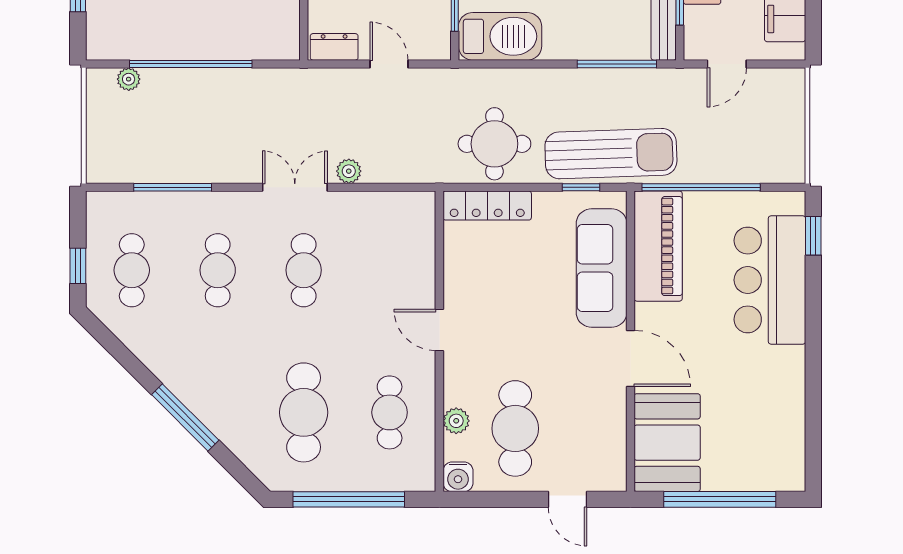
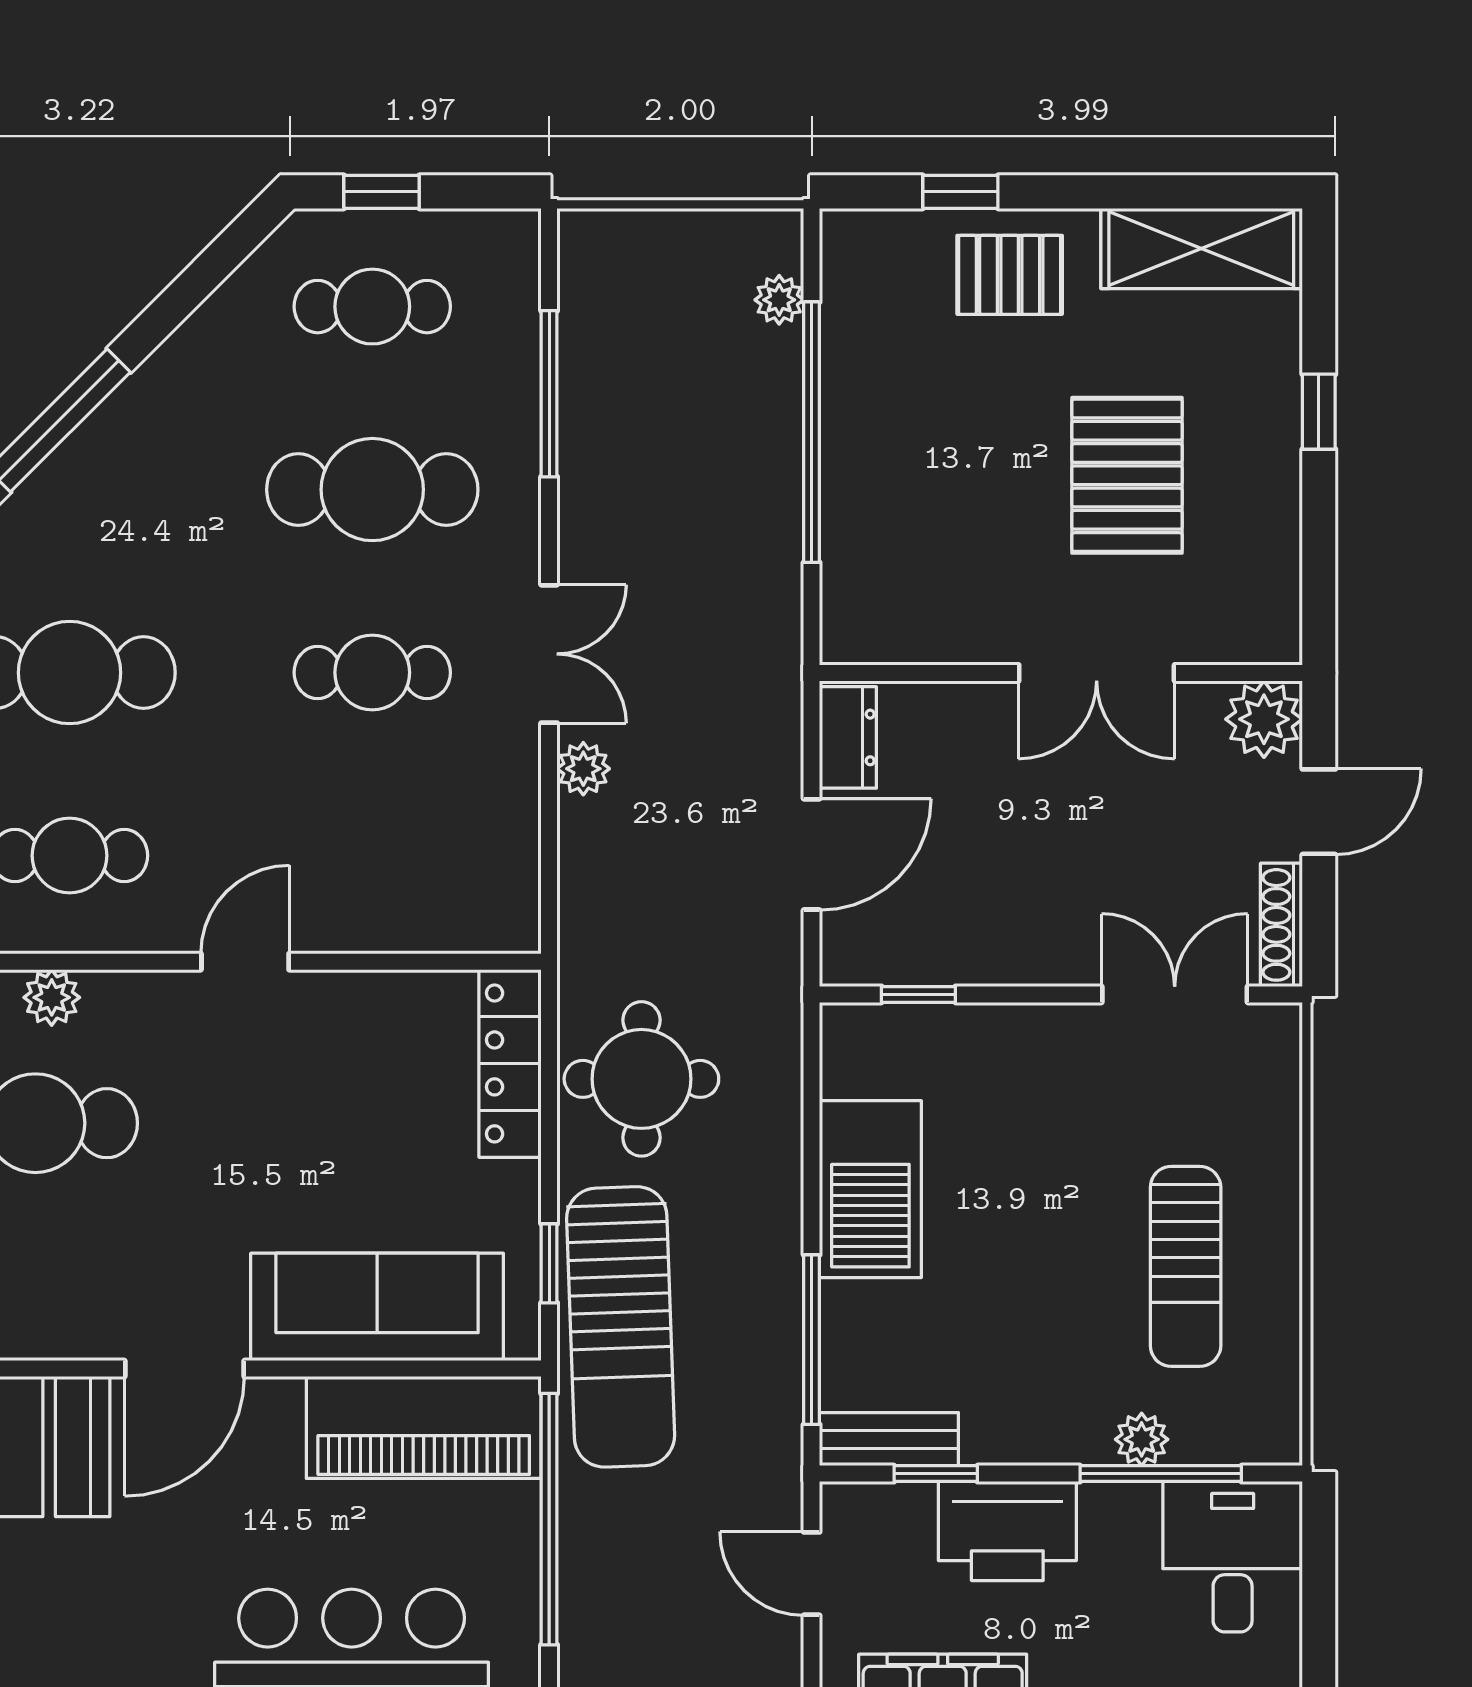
barbecue: (500, 36) -> (870, 1189), moved
door: (389, 64) -> (812, 854), width x1.37
cafe table: (218, 270) -> (372, 490), width x1.37, depth x1.35

